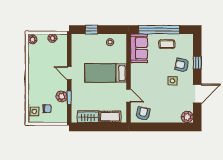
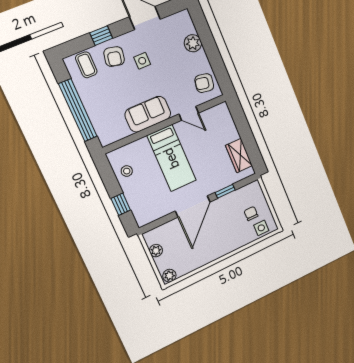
coffee table: (167, 44) -> (86, 65), moved
sofa: (139, 48) -> (148, 114), moved
door: (69, 73) -> (193, 206), width x1.87
plant: (62, 96) -> (227, 202), removed
door: (128, 96) -> (189, 113), swing flipped
cot: (110, 117) -> (227, 126), removed
plant: (187, 117) -> (193, 43), moved

